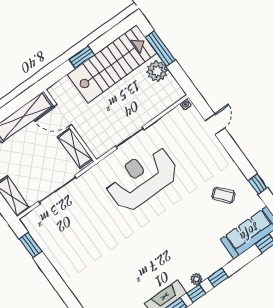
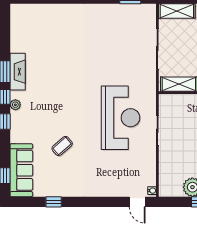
door: (215, 124) -> (137, 202), moved
coffee table: (224, 195) -> (62, 146), moved

